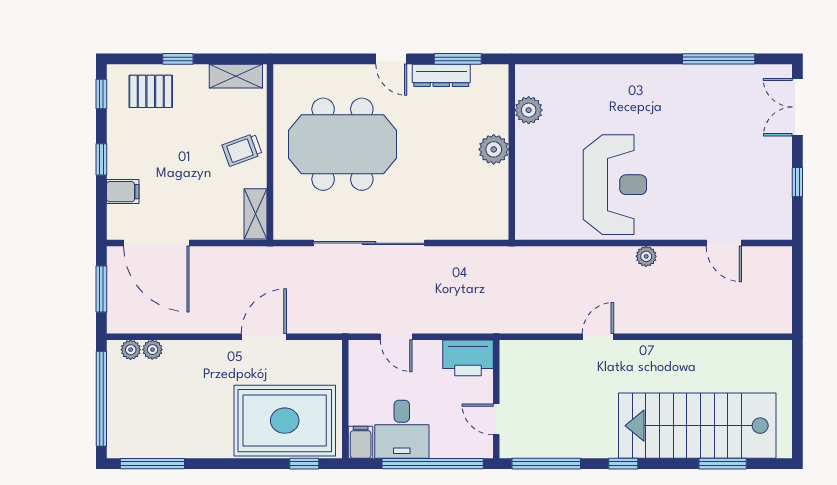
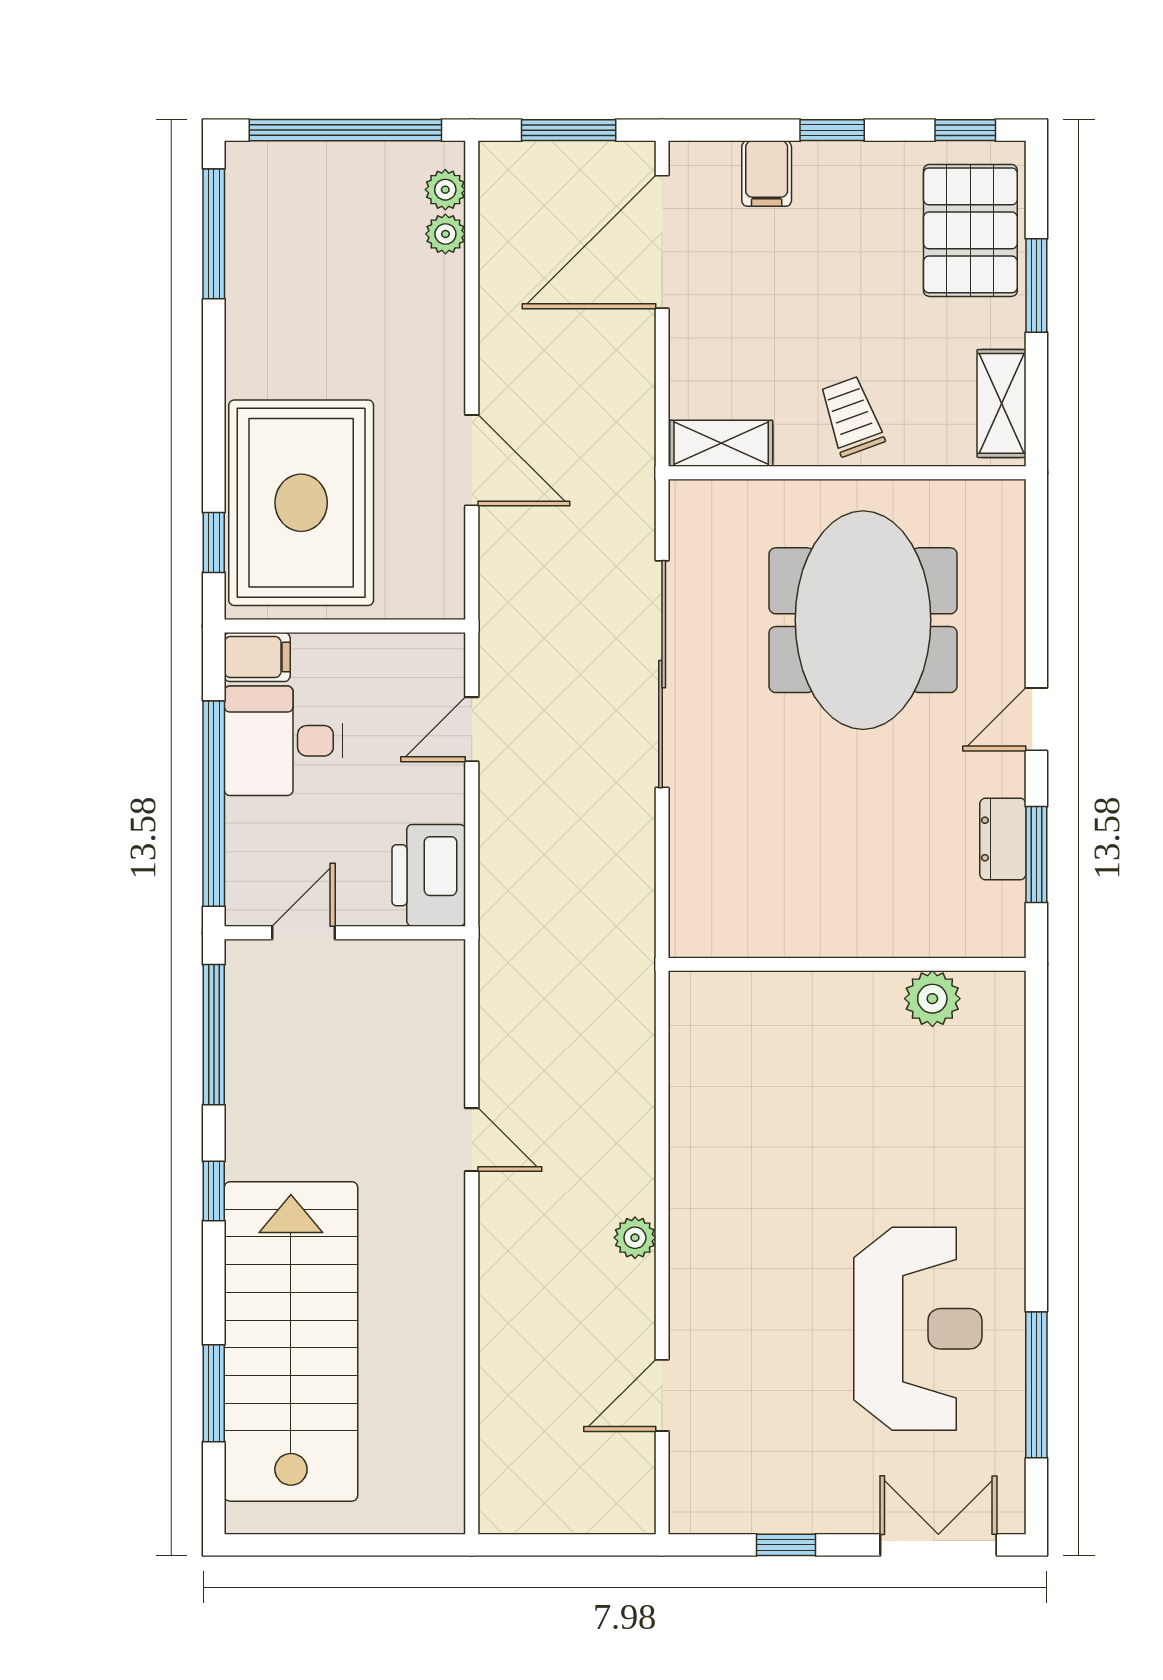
window: (178, 59) -> (1036, 286), width x1.50
dresser: (441, 75) -> (1003, 839), width x0.70
pallet: (151, 91) -> (970, 230), width x1.50, depth x1.42
plant: (494, 149) -> (852, 928), removed
reception desk: (615, 185) -> (918, 1329), moved, turned -90

